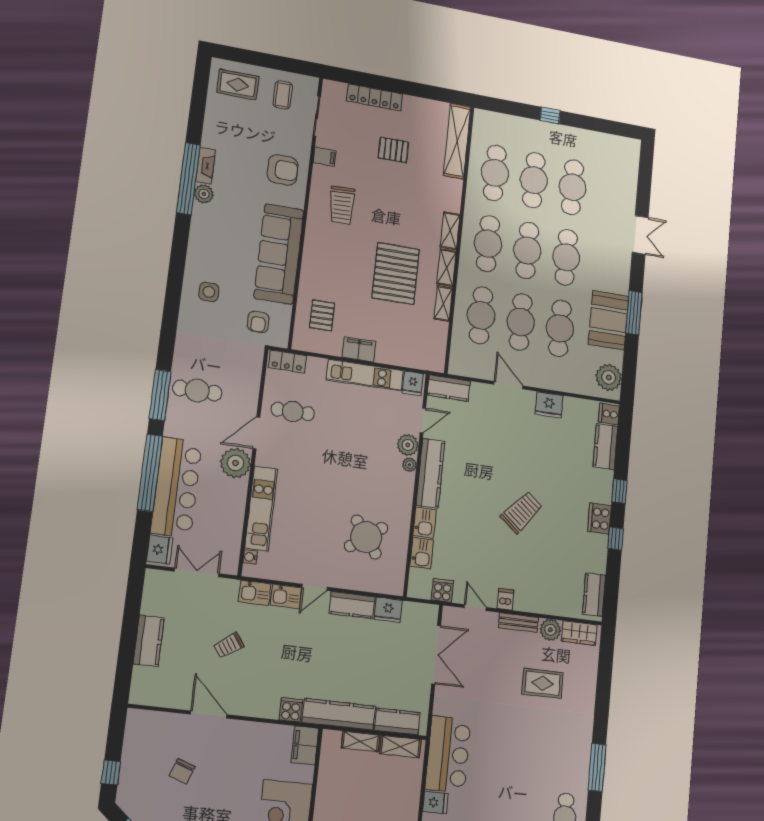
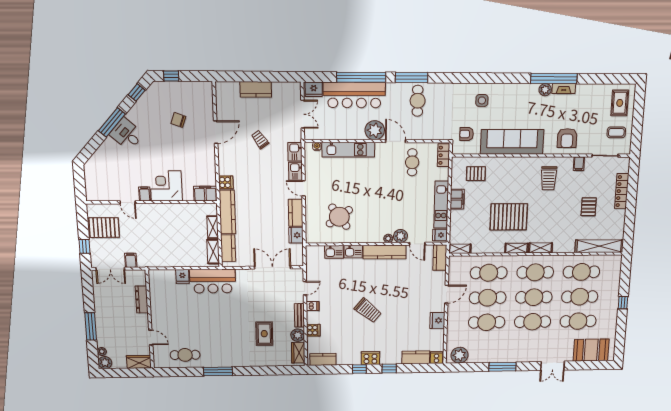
trolley: (342, 205) -> (549, 178), turned -88
shelving: (443, 303) -> (460, 249), moved
booth: (608, 320) -> (591, 350), moved
cooker: (442, 591) -> (313, 330), moved
double door: (436, 655) -> (272, 267), swing flipped

